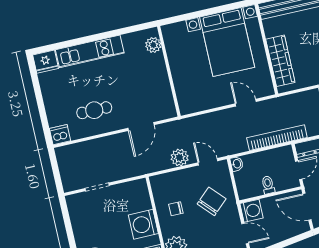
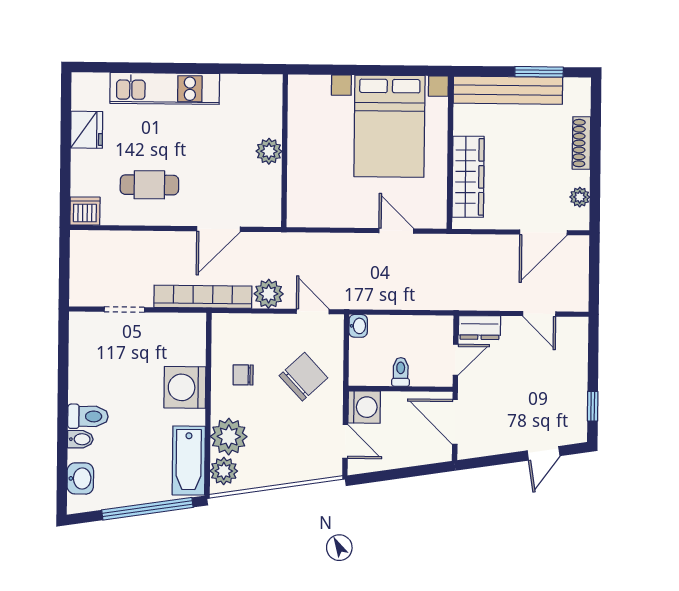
plant: (153, 45) -> (269, 151), moved
fridge: (46, 62) -> (87, 130), moved, turned -90
bookcase: (277, 138) -> (203, 297), moved

